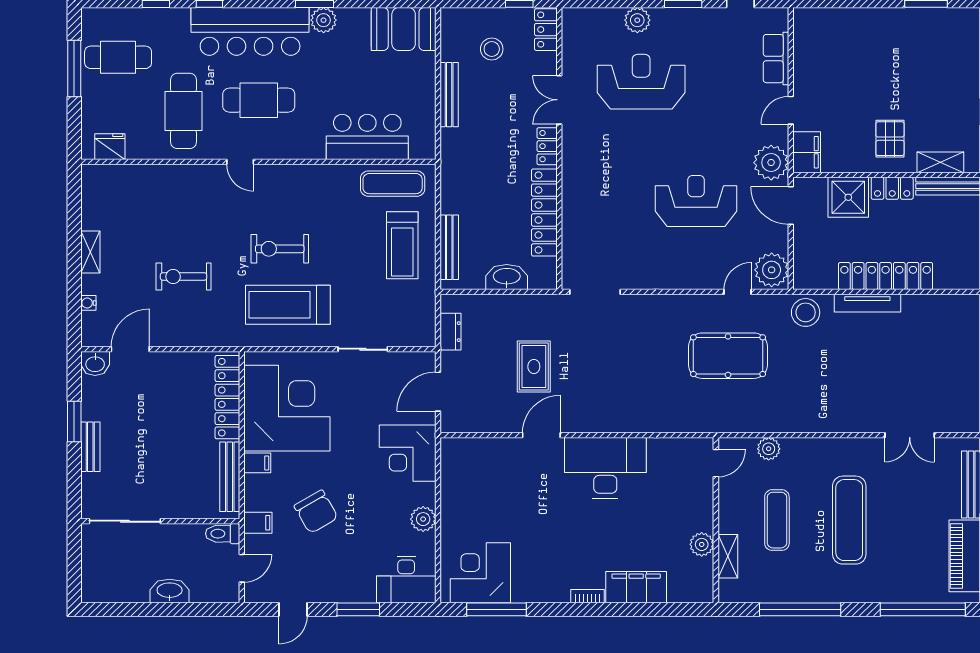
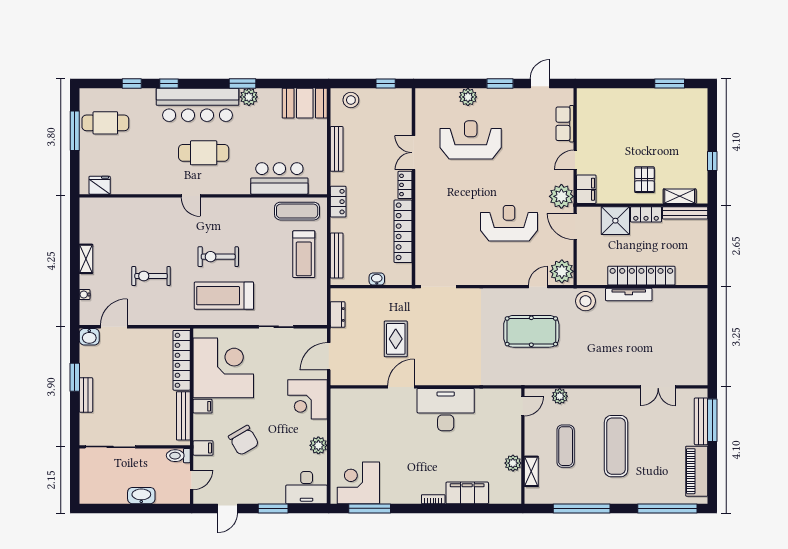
locker: (546, 30) -> (338, 202), moved, turned 180
stool: (492, 49) -> (351, 100), moved
cafe table: (183, 111) -> (151, 160), removed
washbasin: (507, 277) -> (377, 279), width x0.52, depth x0.69

